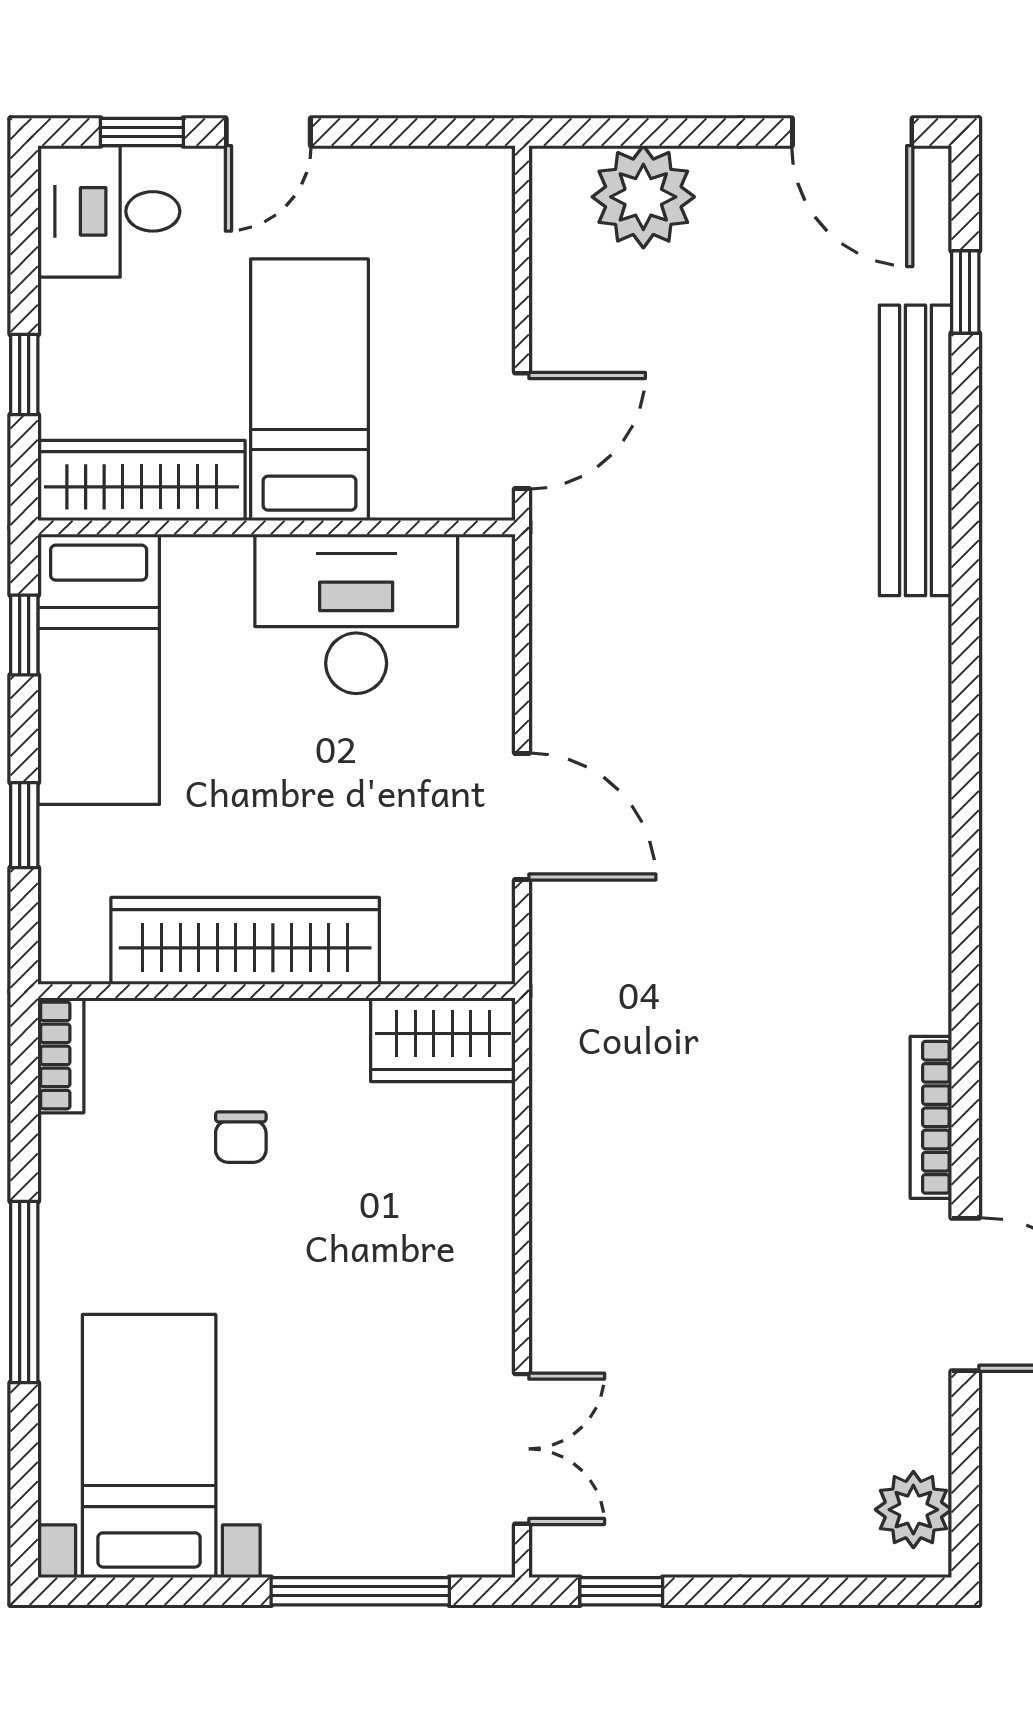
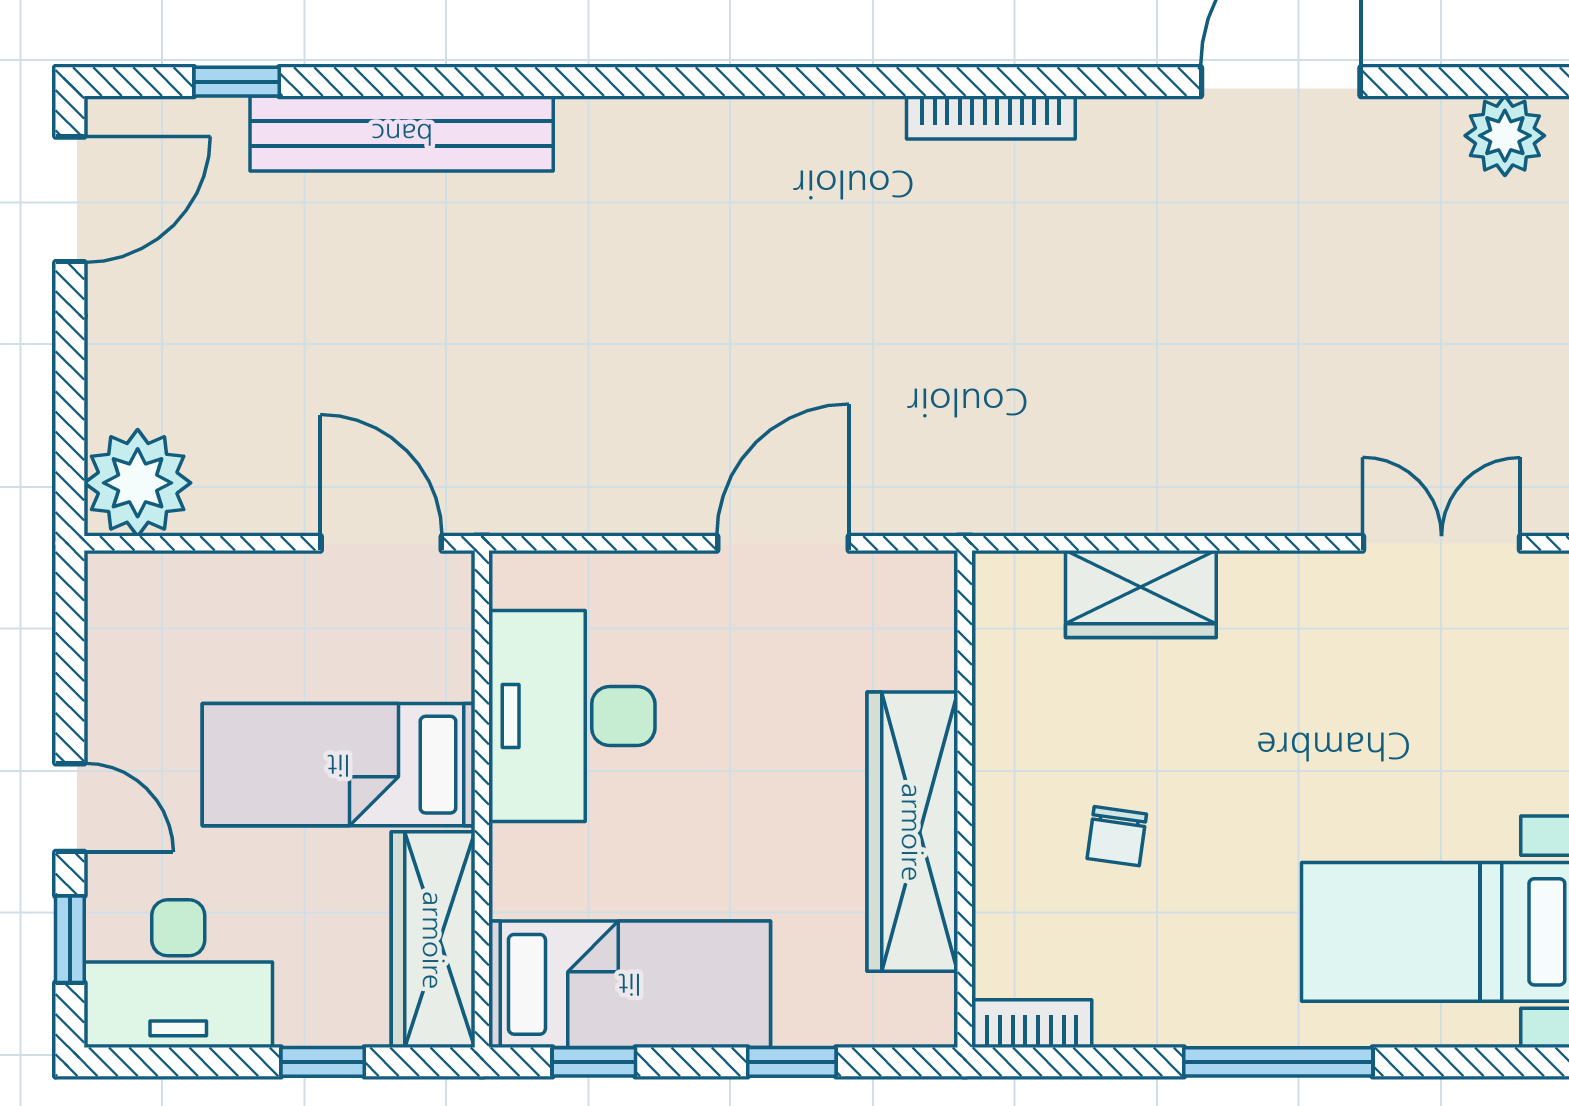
plant: (643, 197) -> (138, 483), moved
desk: (109, 211) -> (178, 974), width x1.37
wardrobe: (443, 1040) -> (1141, 594), moved, turned 90
bookcase: (931, 1117) -> (991, 117), moved
chair: (241, 1137) -> (1117, 836), turned 98

